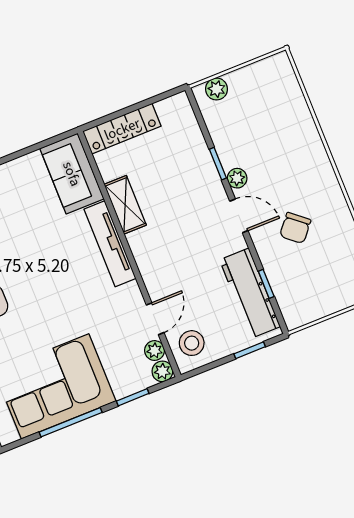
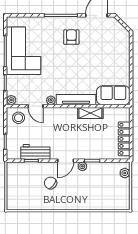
locker: (122, 129) -> (124, 139), moved
workbench: (250, 293) -> (35, 152), width x0.73
plant: (155, 351) -> (51, 100), moved

